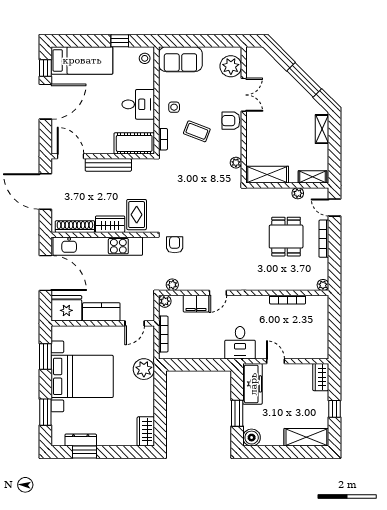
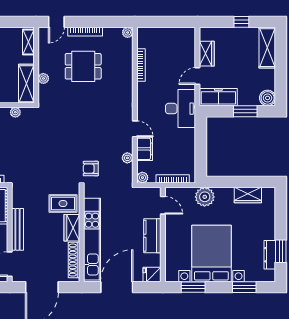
plant: (298, 193) -> (43, 78), moved
plant: (172, 285) -> (127, 158), moved
fridge: (66, 308) -> (152, 274), width x0.53, depth x0.75
desk: (240, 343) -> (181, 109), width x1.37
wardrobe: (321, 377) -> (207, 54), moved, turned -90
wardrobe: (146, 431) -> (248, 195), moved

